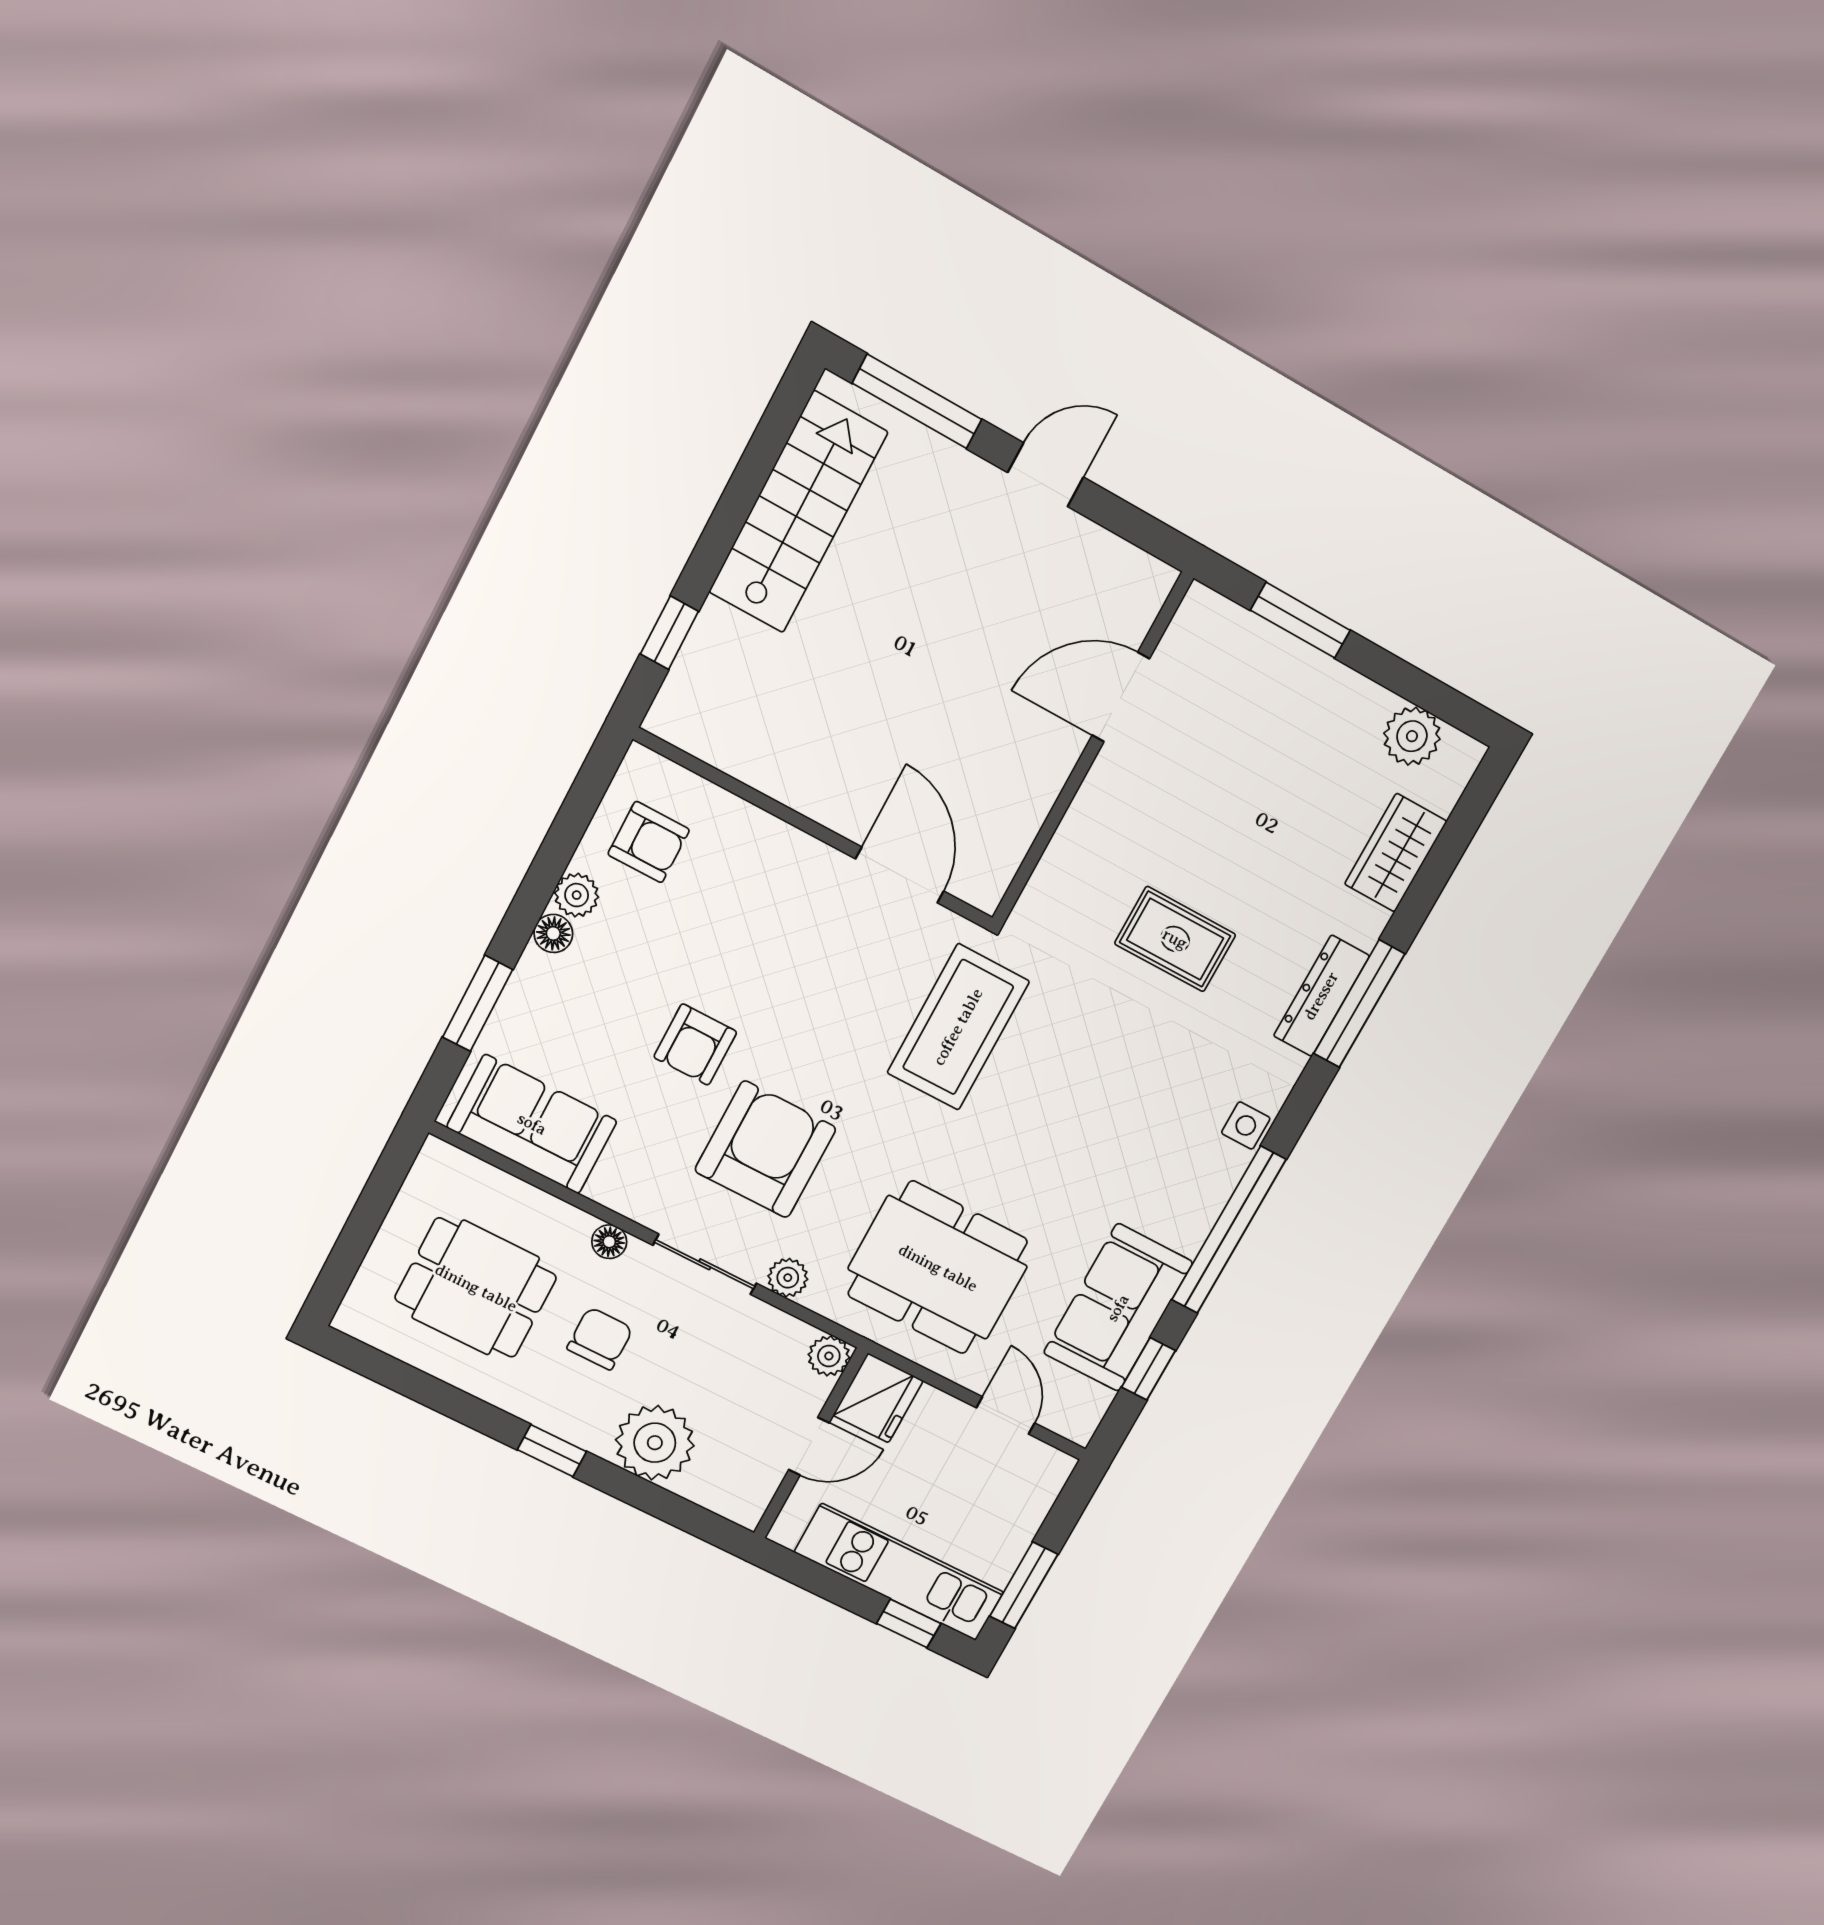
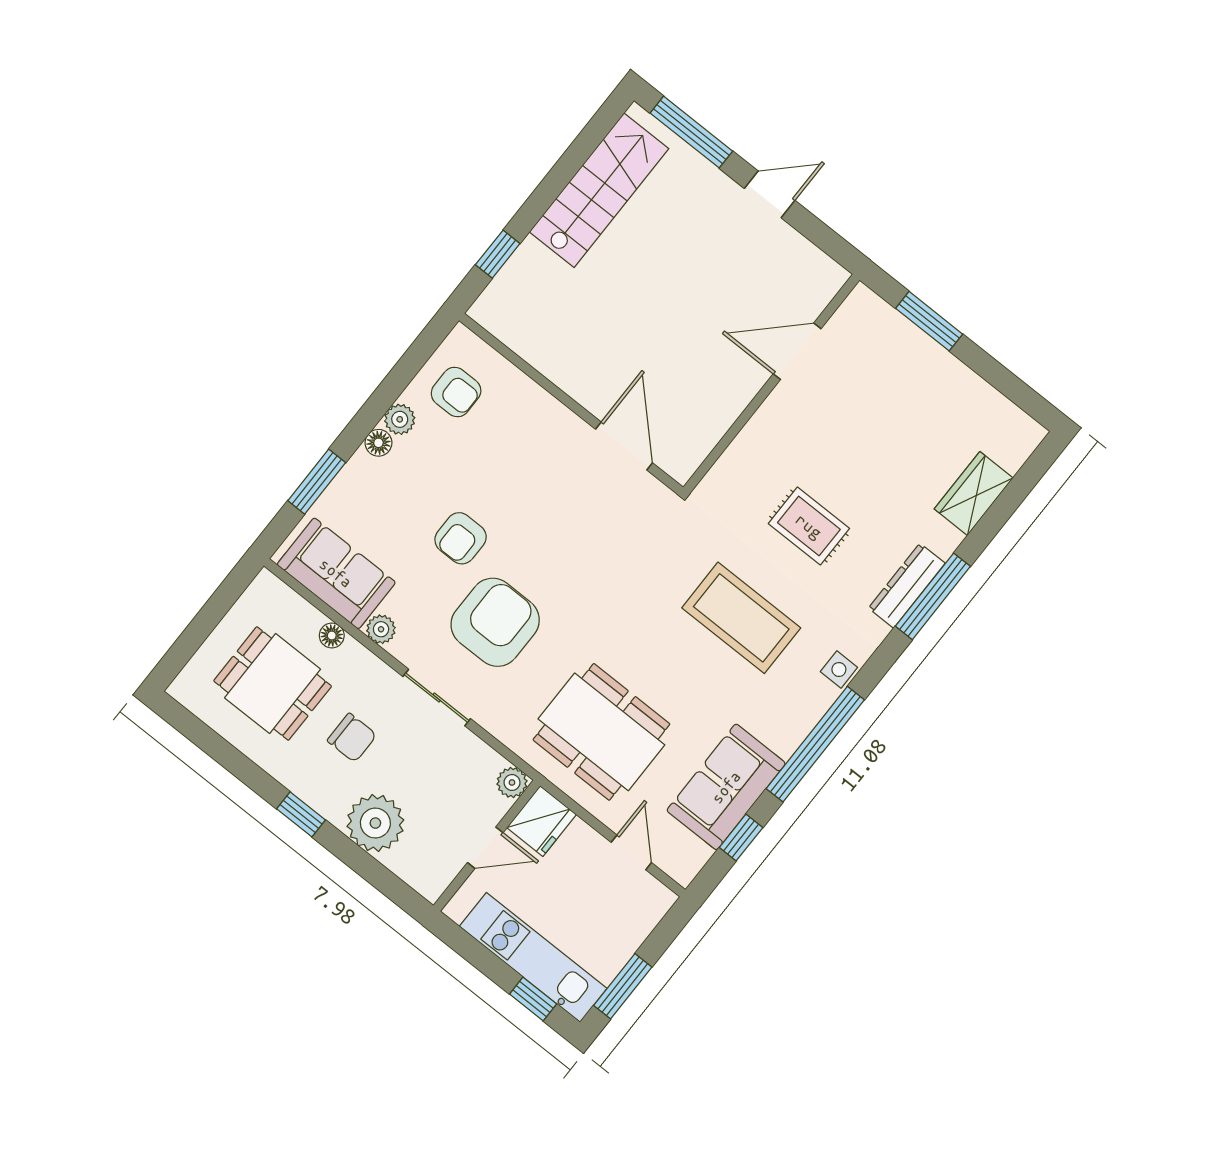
plant: (1412, 736) -> (996, 414), removed
coffee table: (958, 1027) -> (741, 618), moved, turned 90
floor lamp: (609, 1242) -> (332, 636), moved
plant: (788, 1278) -> (381, 629), moved
chair: (600, 1339) -> (352, 738), turned 90

